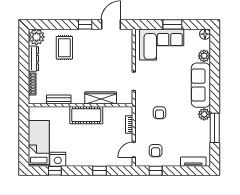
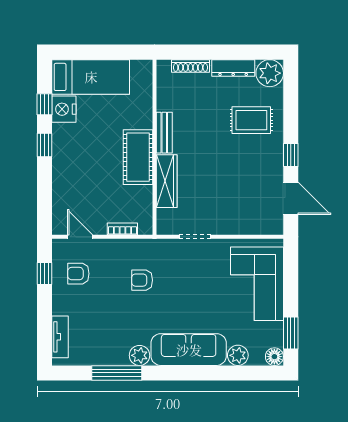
window: (172, 24) -> (291, 333), moved
bench: (59, 100) -> (164, 133), moved
window: (99, 171) -> (44, 145), moved

